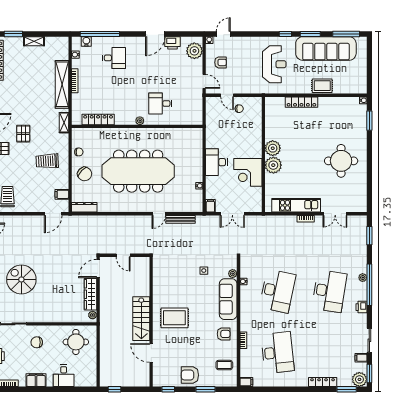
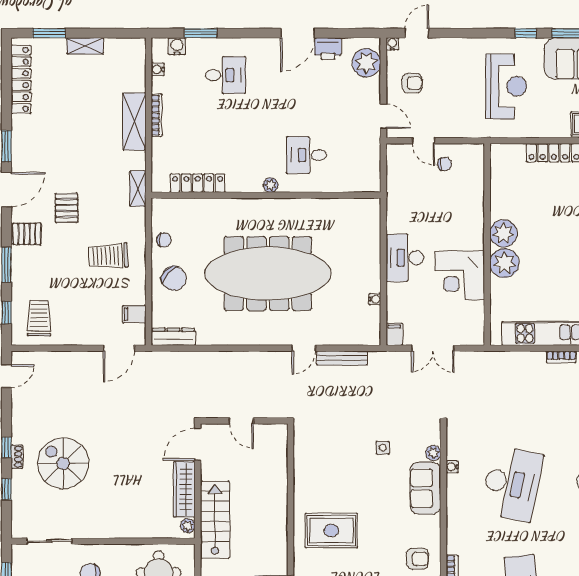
window: (100, 34) -> (201, 33), width x0.47
shelving: (62, 84) -> (134, 121), width x0.68
sofa: (228, 299) -> (425, 488), width x0.73
stairs: (141, 319) -> (215, 520), moved, turned 180

